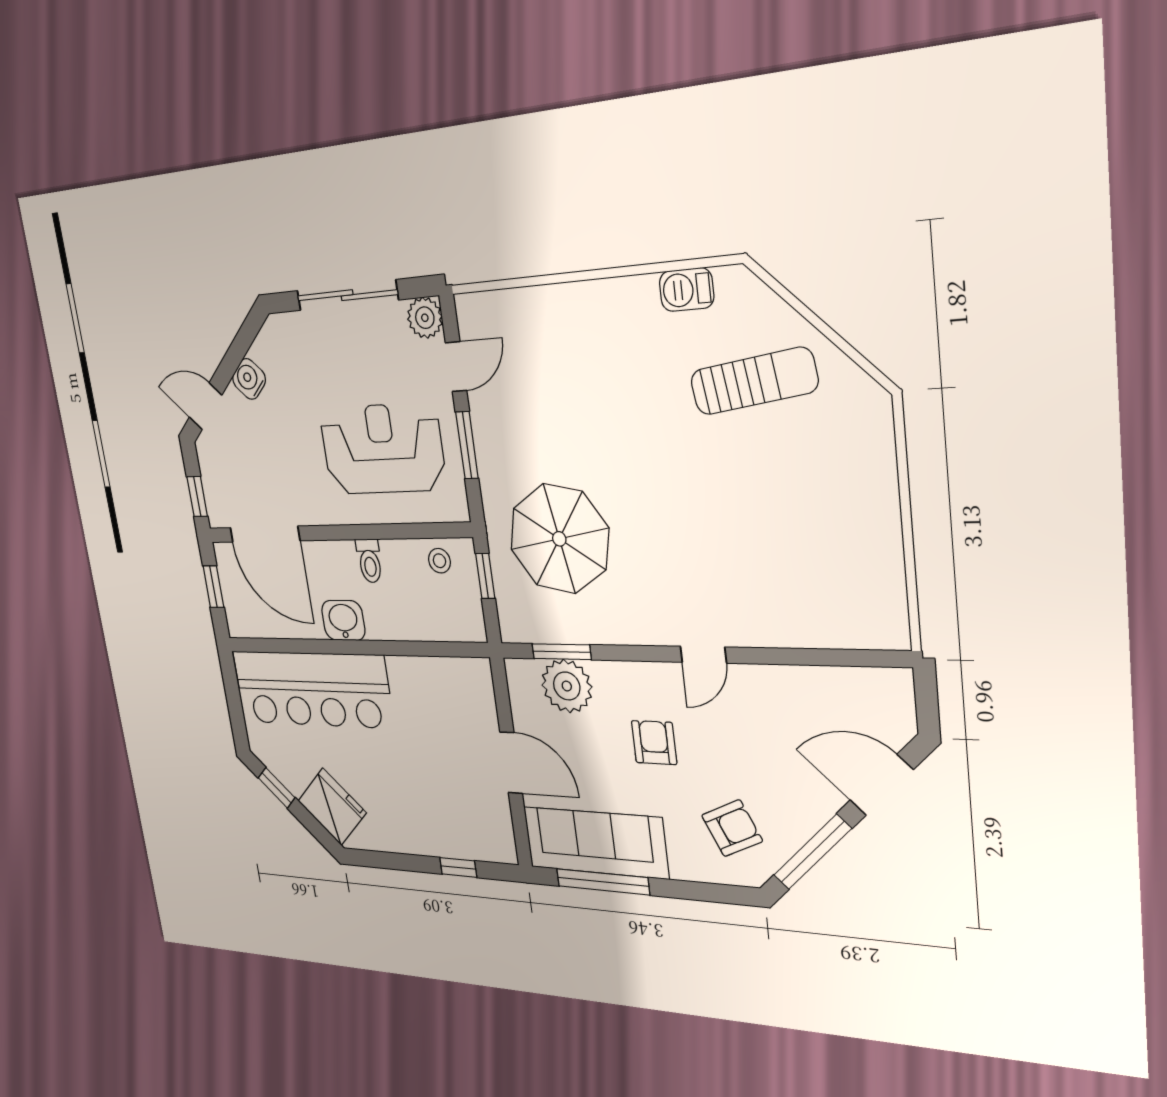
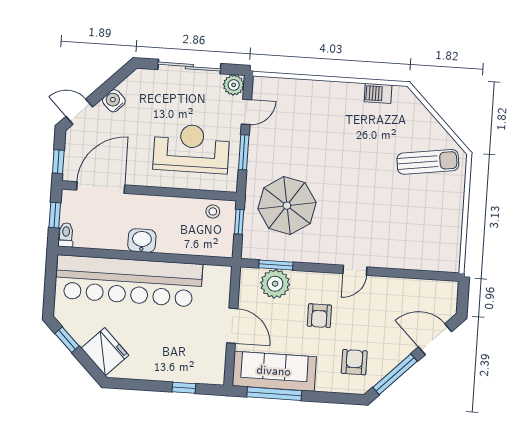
sun lounger: (754, 381) -> (428, 162), moved
door: (265, 534) -> (101, 187), swing flipped
toilet: (369, 561) -> (66, 235), moved, turned 180
bar counter: (312, 689) -> (129, 281), width x1.36
armchair: (654, 743) -> (319, 316), turned 180
armchair: (732, 828) -> (354, 362), turned -65

